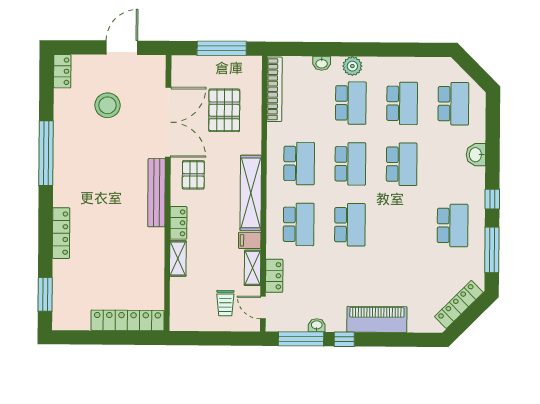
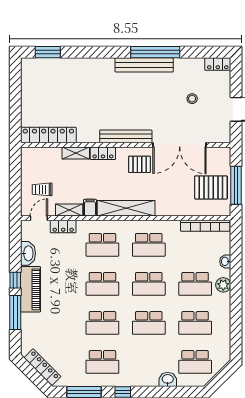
stool: (107, 105) -> (192, 99), width x0.53, depth x0.53
pallet: (224, 110) -> (211, 187), moved
washbasin: (476, 155) -> (168, 379), moved
bench: (63, 168) -> (144, 65), added
school desk: (401, 225) -> (102, 323), added
locker: (61, 233) -> (95, 64), removed
piano: (377, 319) -> (31, 289), moved
locker: (127, 320) -> (48, 135), moved, turned -90
washbasin: (317, 325) -> (28, 253), width x1.91, depth x1.45
window: (301, 339) -> (15, 312), moved

